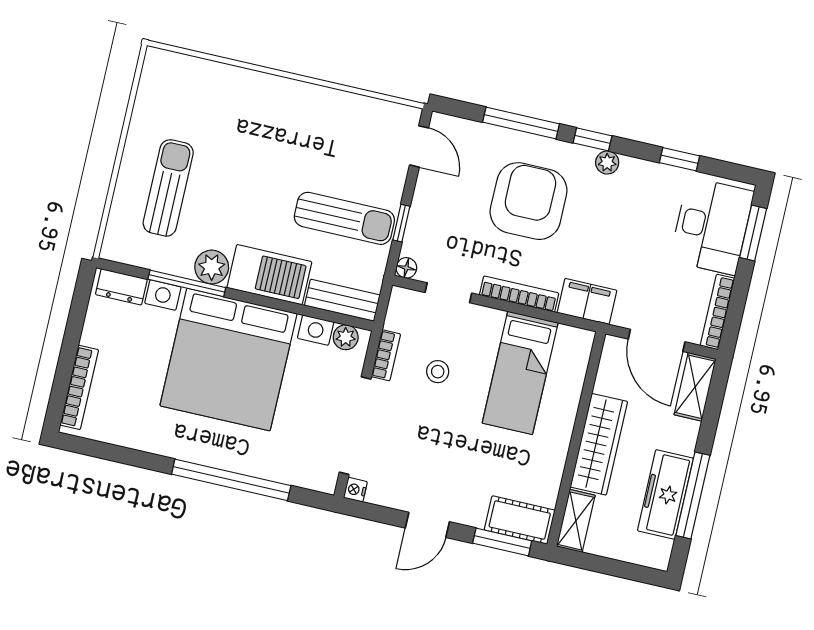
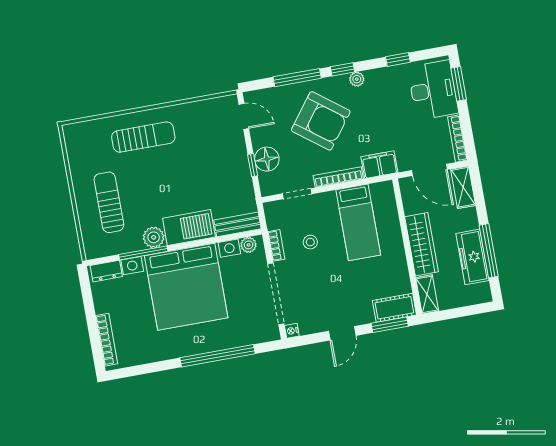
armchair: (529, 201) -> (321, 121), turned 127
sun lounger: (344, 218) -> (143, 137), moved
floor lamp: (406, 268) -> (267, 159), moved, width x1.89, depth x1.89

